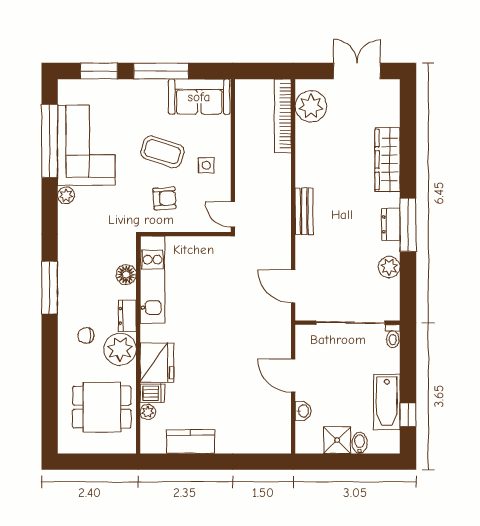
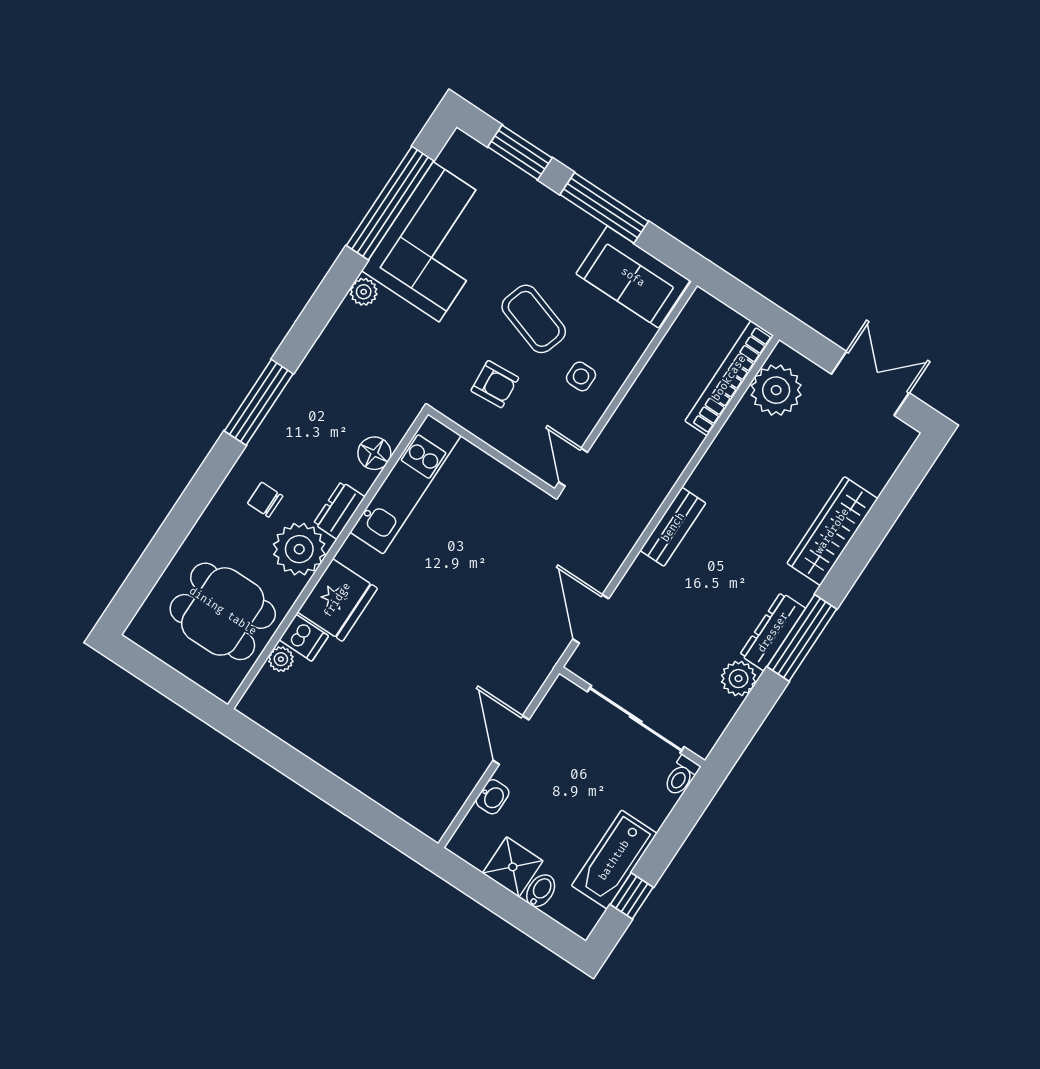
dresser: (391, 224) -> (773, 632), width x1.44
kitchen counter: (191, 442) -> (312, 738), removed

